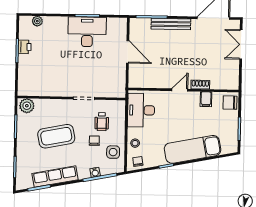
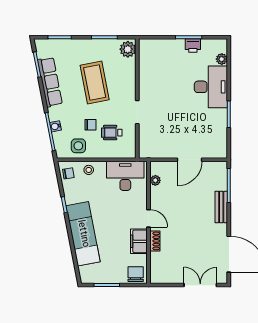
bench: (171, 24) -> (221, 207), width x0.73
desk: (87, 32) -> (211, 87), moved
plant: (146, 83) -> (155, 180), added
filing cabinet: (206, 99) -> (139, 241), width x2.00

